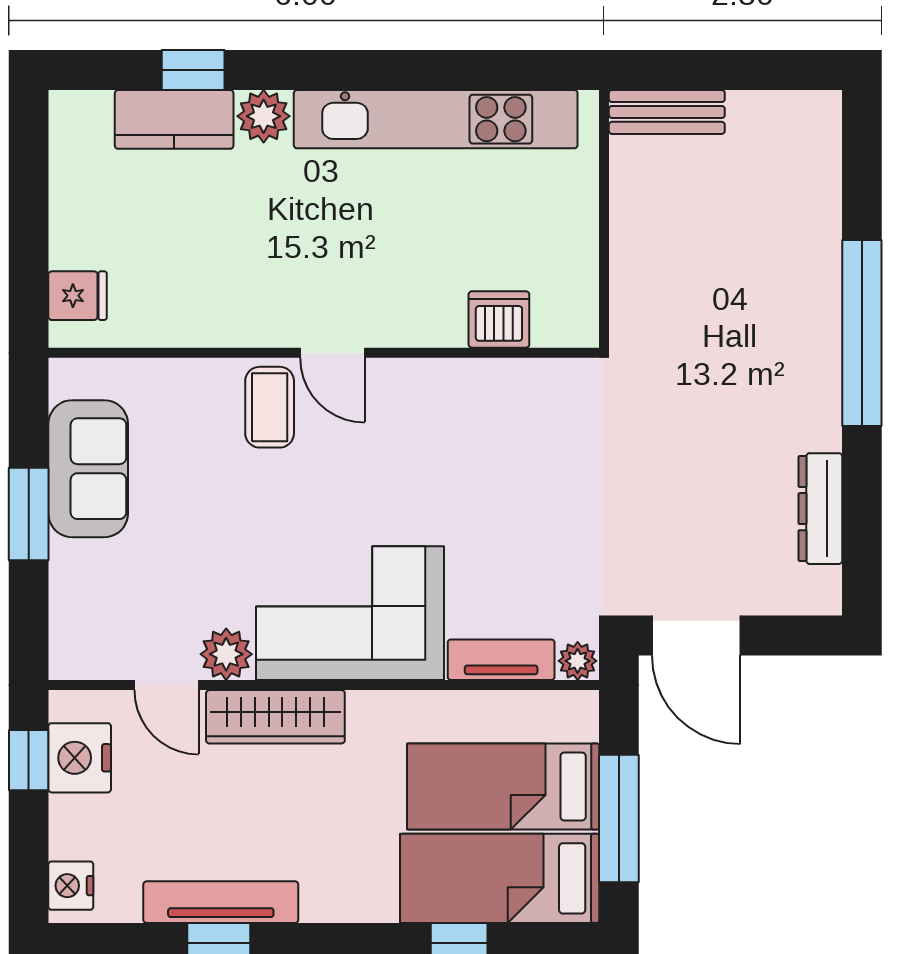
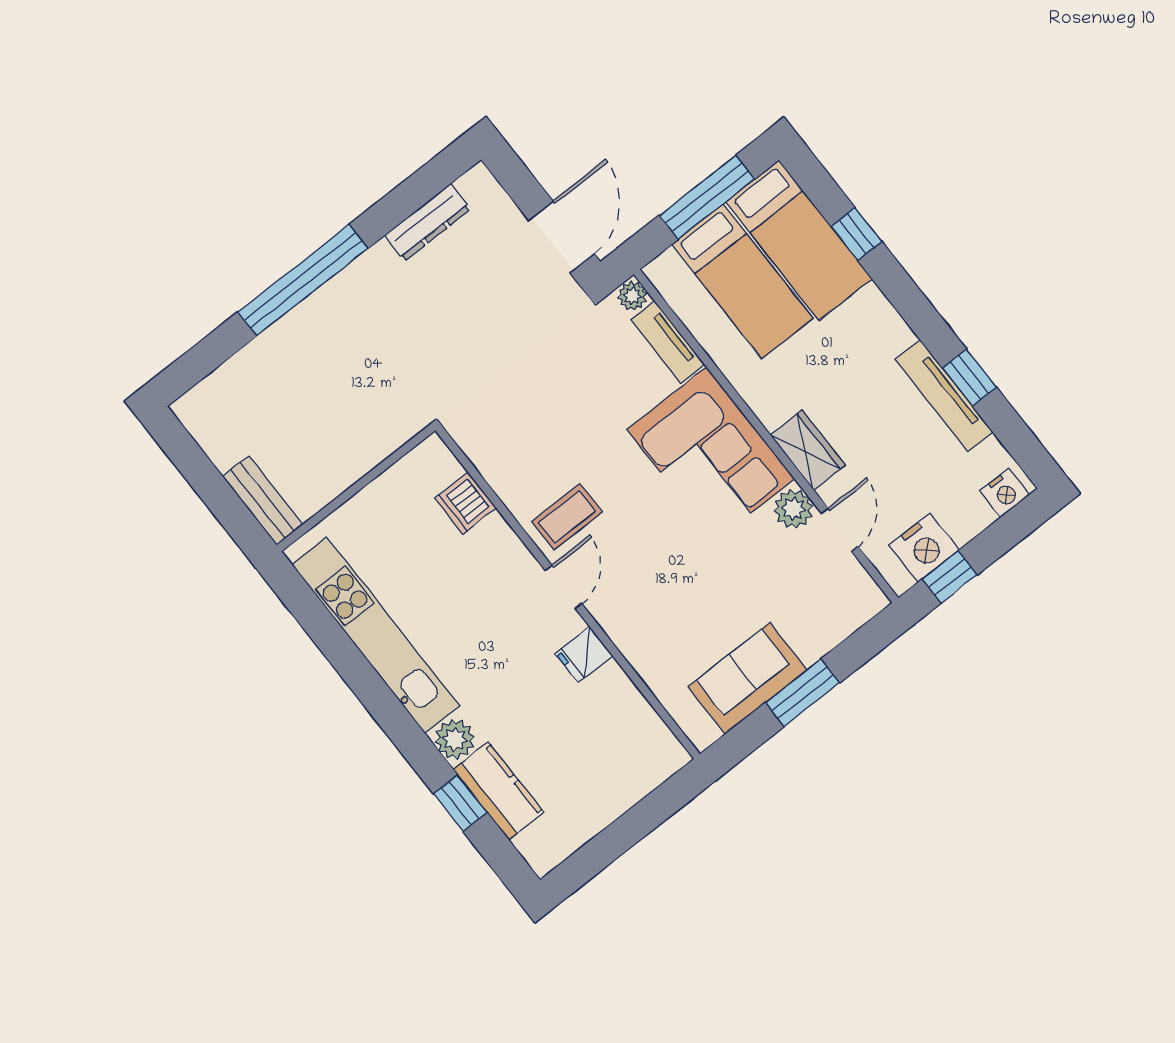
fridge: (78, 296) -> (584, 655), moved, turned -90
coffee table: (270, 407) -> (567, 517), moved
wardrobe: (275, 717) -> (808, 450), width x0.67

